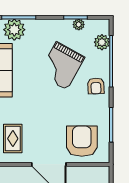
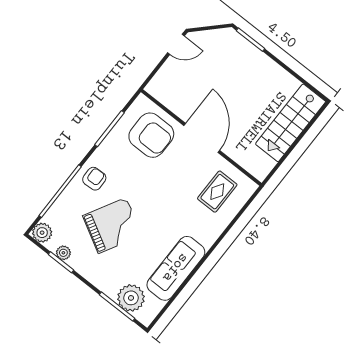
plant: (102, 42) -> (42, 233), moved
armchair: (82, 141) -> (151, 135), turned -90

